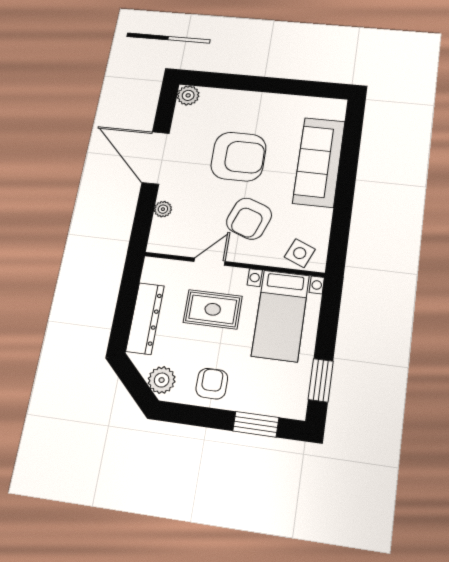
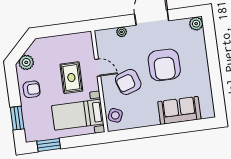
sofa: (319, 162) -> (179, 110), width x0.73
armchair: (249, 219) -> (128, 82), turned -38
dresser: (145, 318) -> (57, 43), removed

